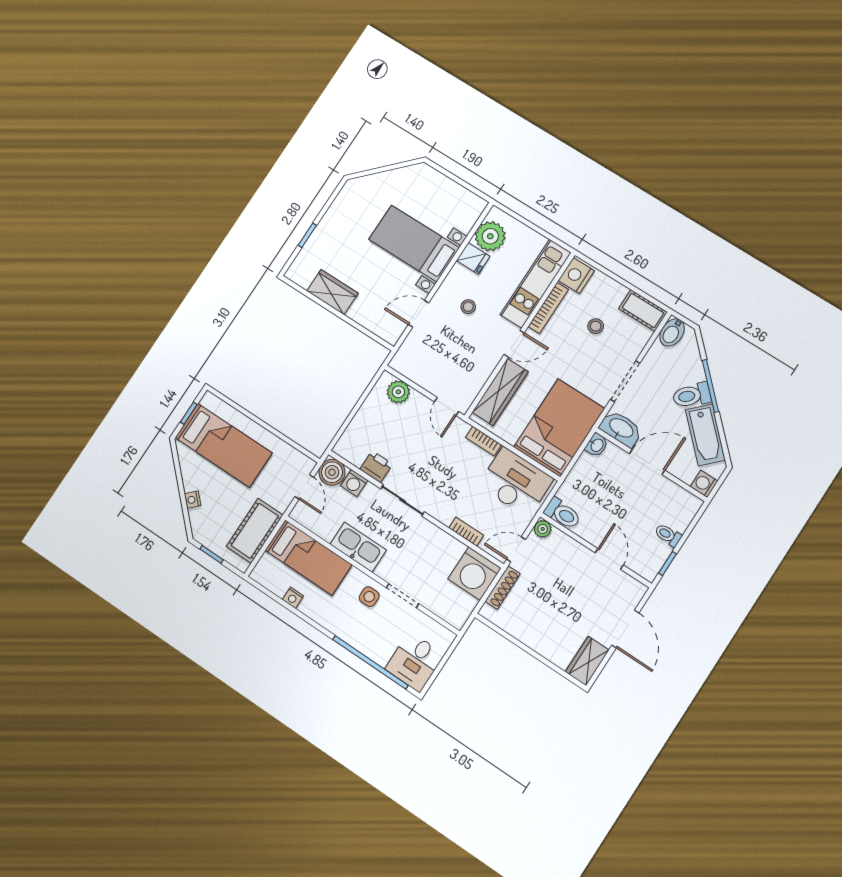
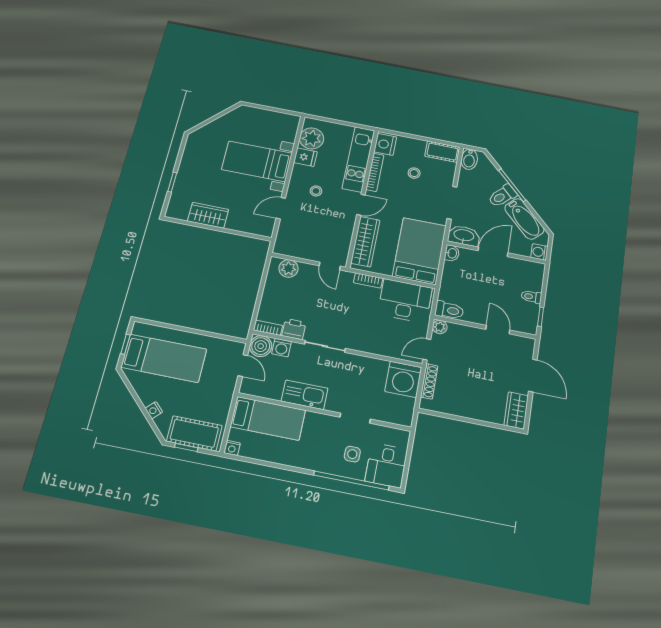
cot: (255, 531) -> (194, 433), moved, turned 90
bookcase: (466, 532) -> (268, 328), moved
side table: (369, 597) -> (352, 454), moved
nightstand: (293, 598) -> (232, 448), moved

